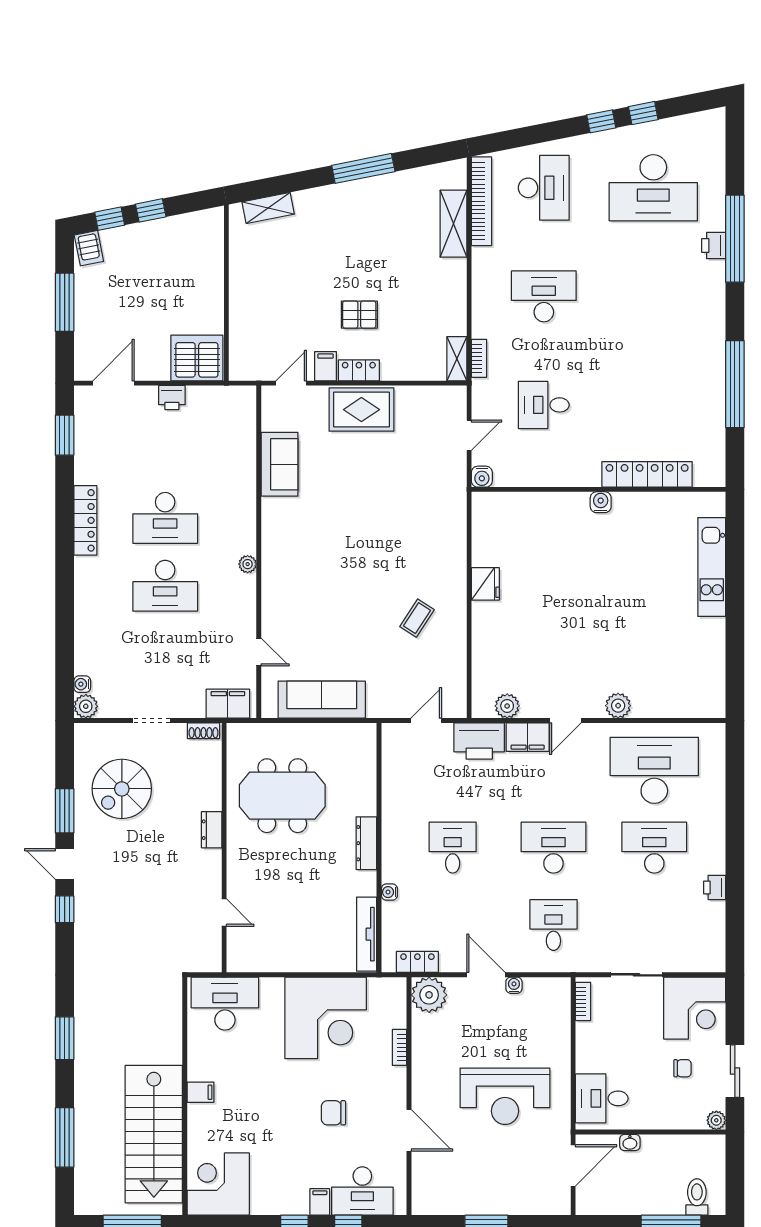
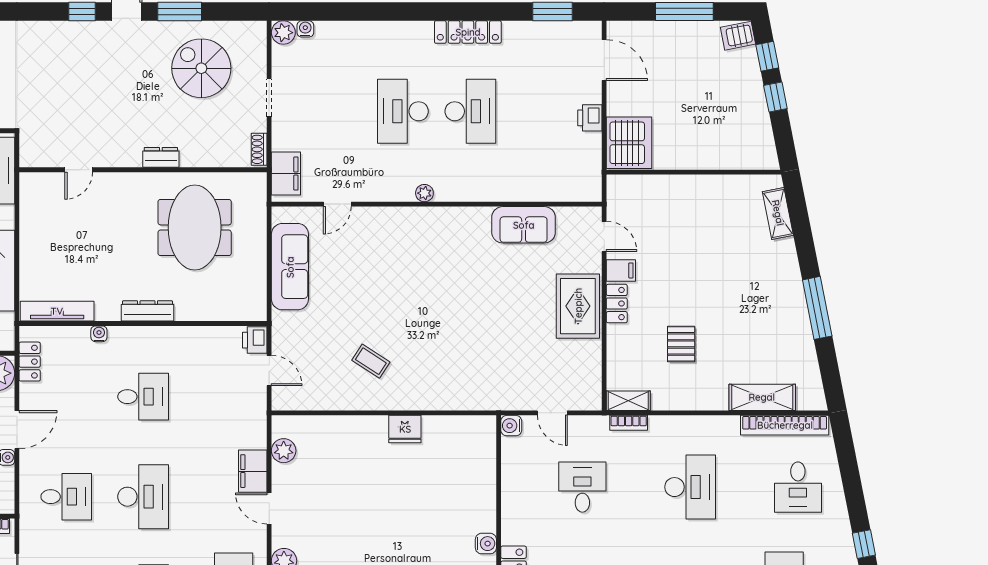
desk: (544, 188) -> (798, 487), width x0.73
pallet: (359, 315) -> (681, 344), moved
desk: (165, 518) -> (470, 111), turned 180
printer: (479, 741) -> (255, 340), moved, width x0.53, depth x0.68

